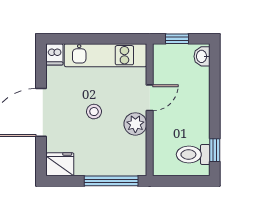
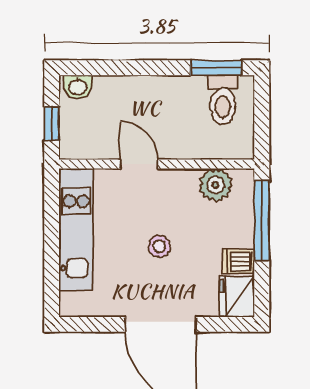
dishwasher: (54, 54) -> (238, 261), moved, turned 180
plant: (135, 124) -> (216, 185), moved
window: (215, 150) -> (216, 68), width x1.50

